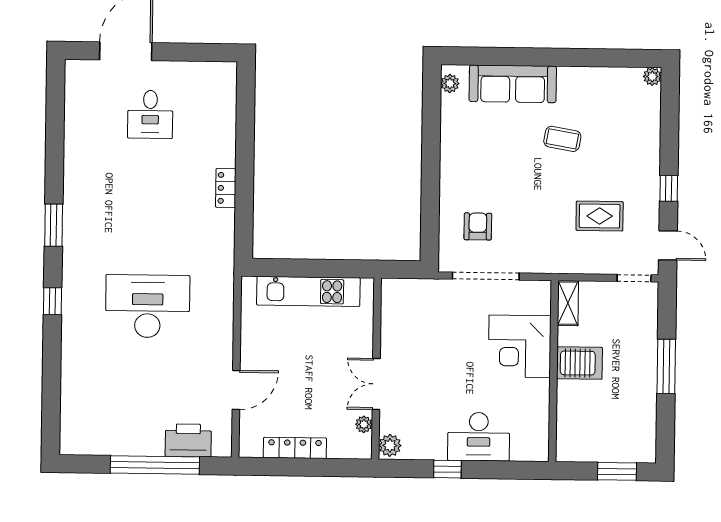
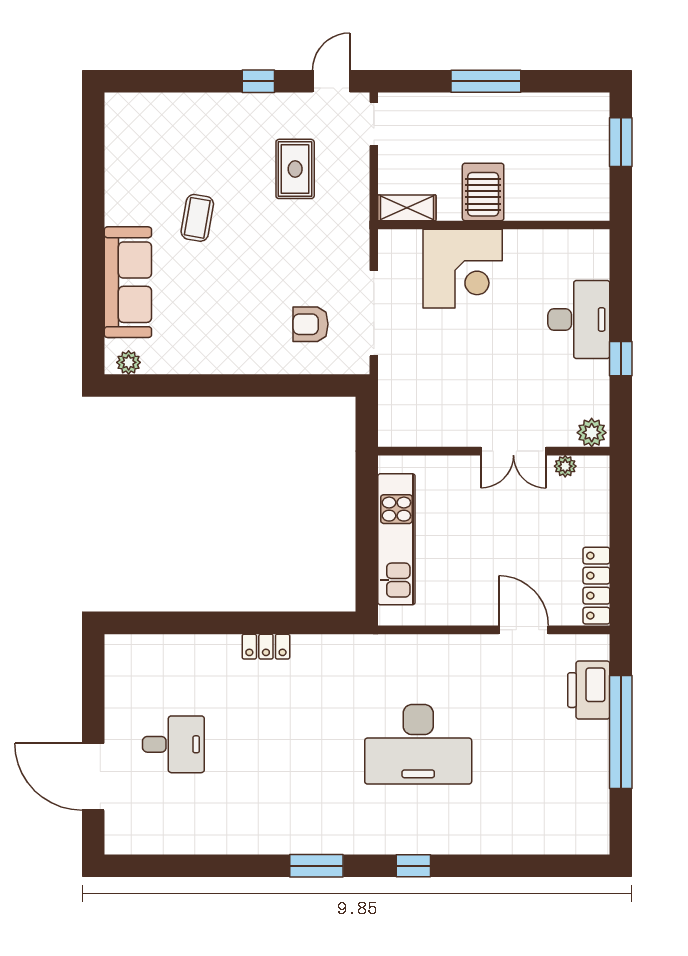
plant: (652, 77) -> (116, 104), removed
desk: (148, 306) -> (418, 744), turned -90
locker: (295, 448) -> (596, 586), moved

